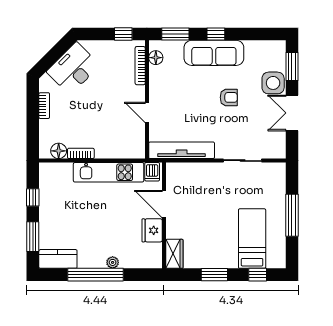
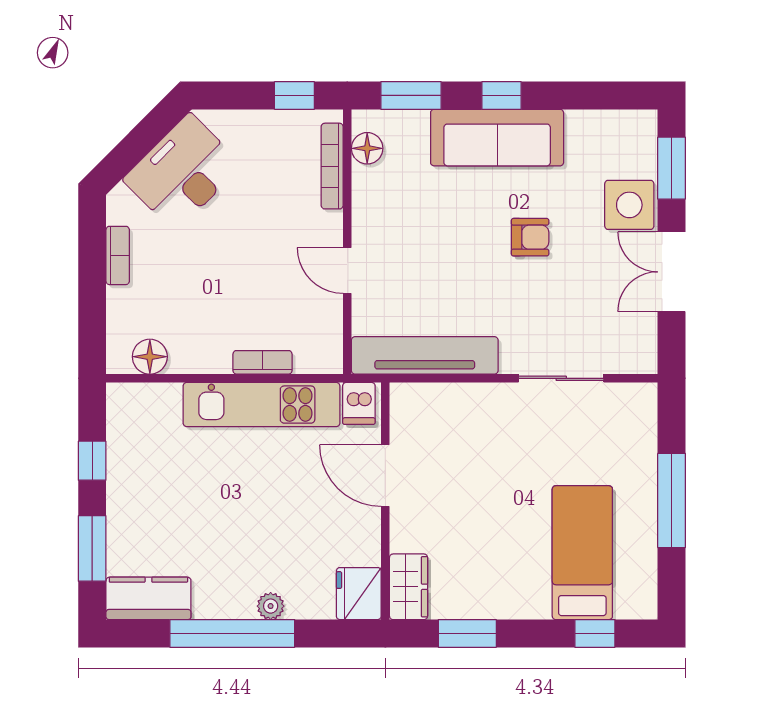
bookcase: (81, 153) -> (263, 362), moved
fridge: (152, 230) -> (359, 594), moved
window: (214, 275) -> (467, 633), moved

